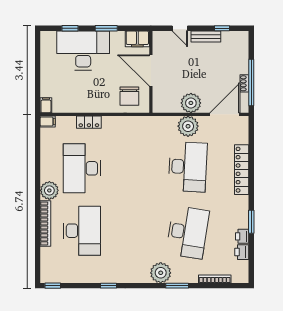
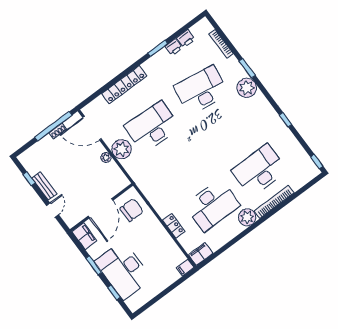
plant: (191, 103) -> (106, 158), width x0.53, depth x0.53
filing cabinet: (48, 121) -> (201, 254), width x2.00

